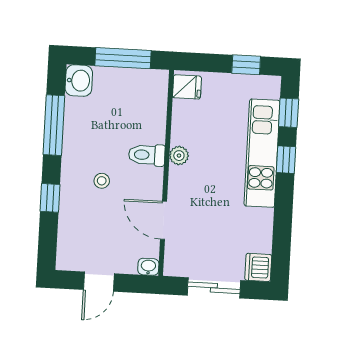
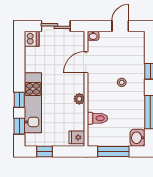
toilet: (147, 155) -> (97, 118), moved
door: (163, 220) -> (86, 62), swing flipped

